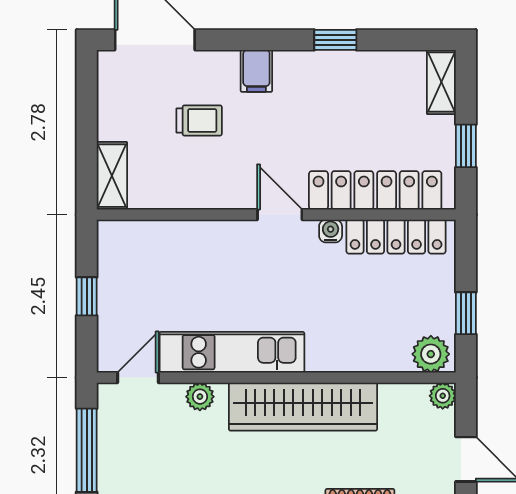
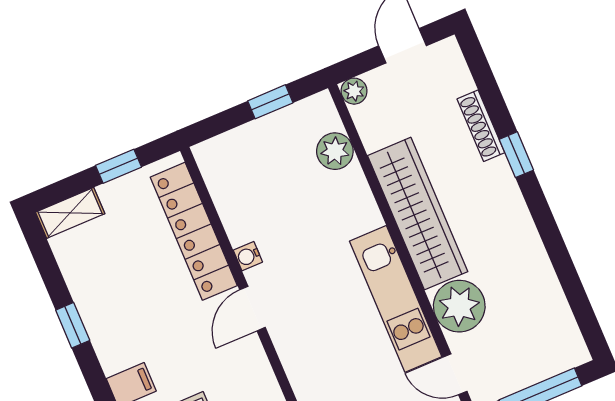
locker: (396, 237) -> (228, 195), removed
plant: (431, 354) -> (335, 151), moved
plant: (200, 397) -> (459, 306), width x1.88, depth x1.88

